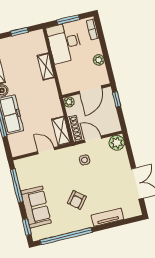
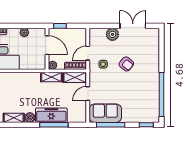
shelving: (46, 67) -> (51, 77), moved
plant: (117, 143) -> (112, 34), moved
armchair: (77, 200) -> (126, 64), moved
sofa: (36, 207) -> (105, 113), moved
tv unit: (107, 217) -> (154, 57), removed

